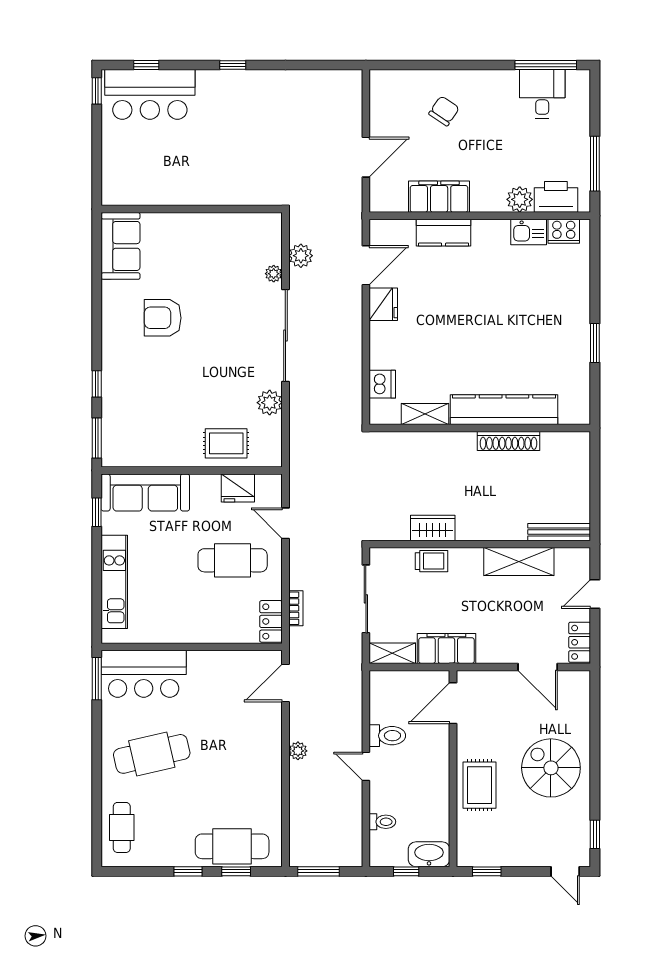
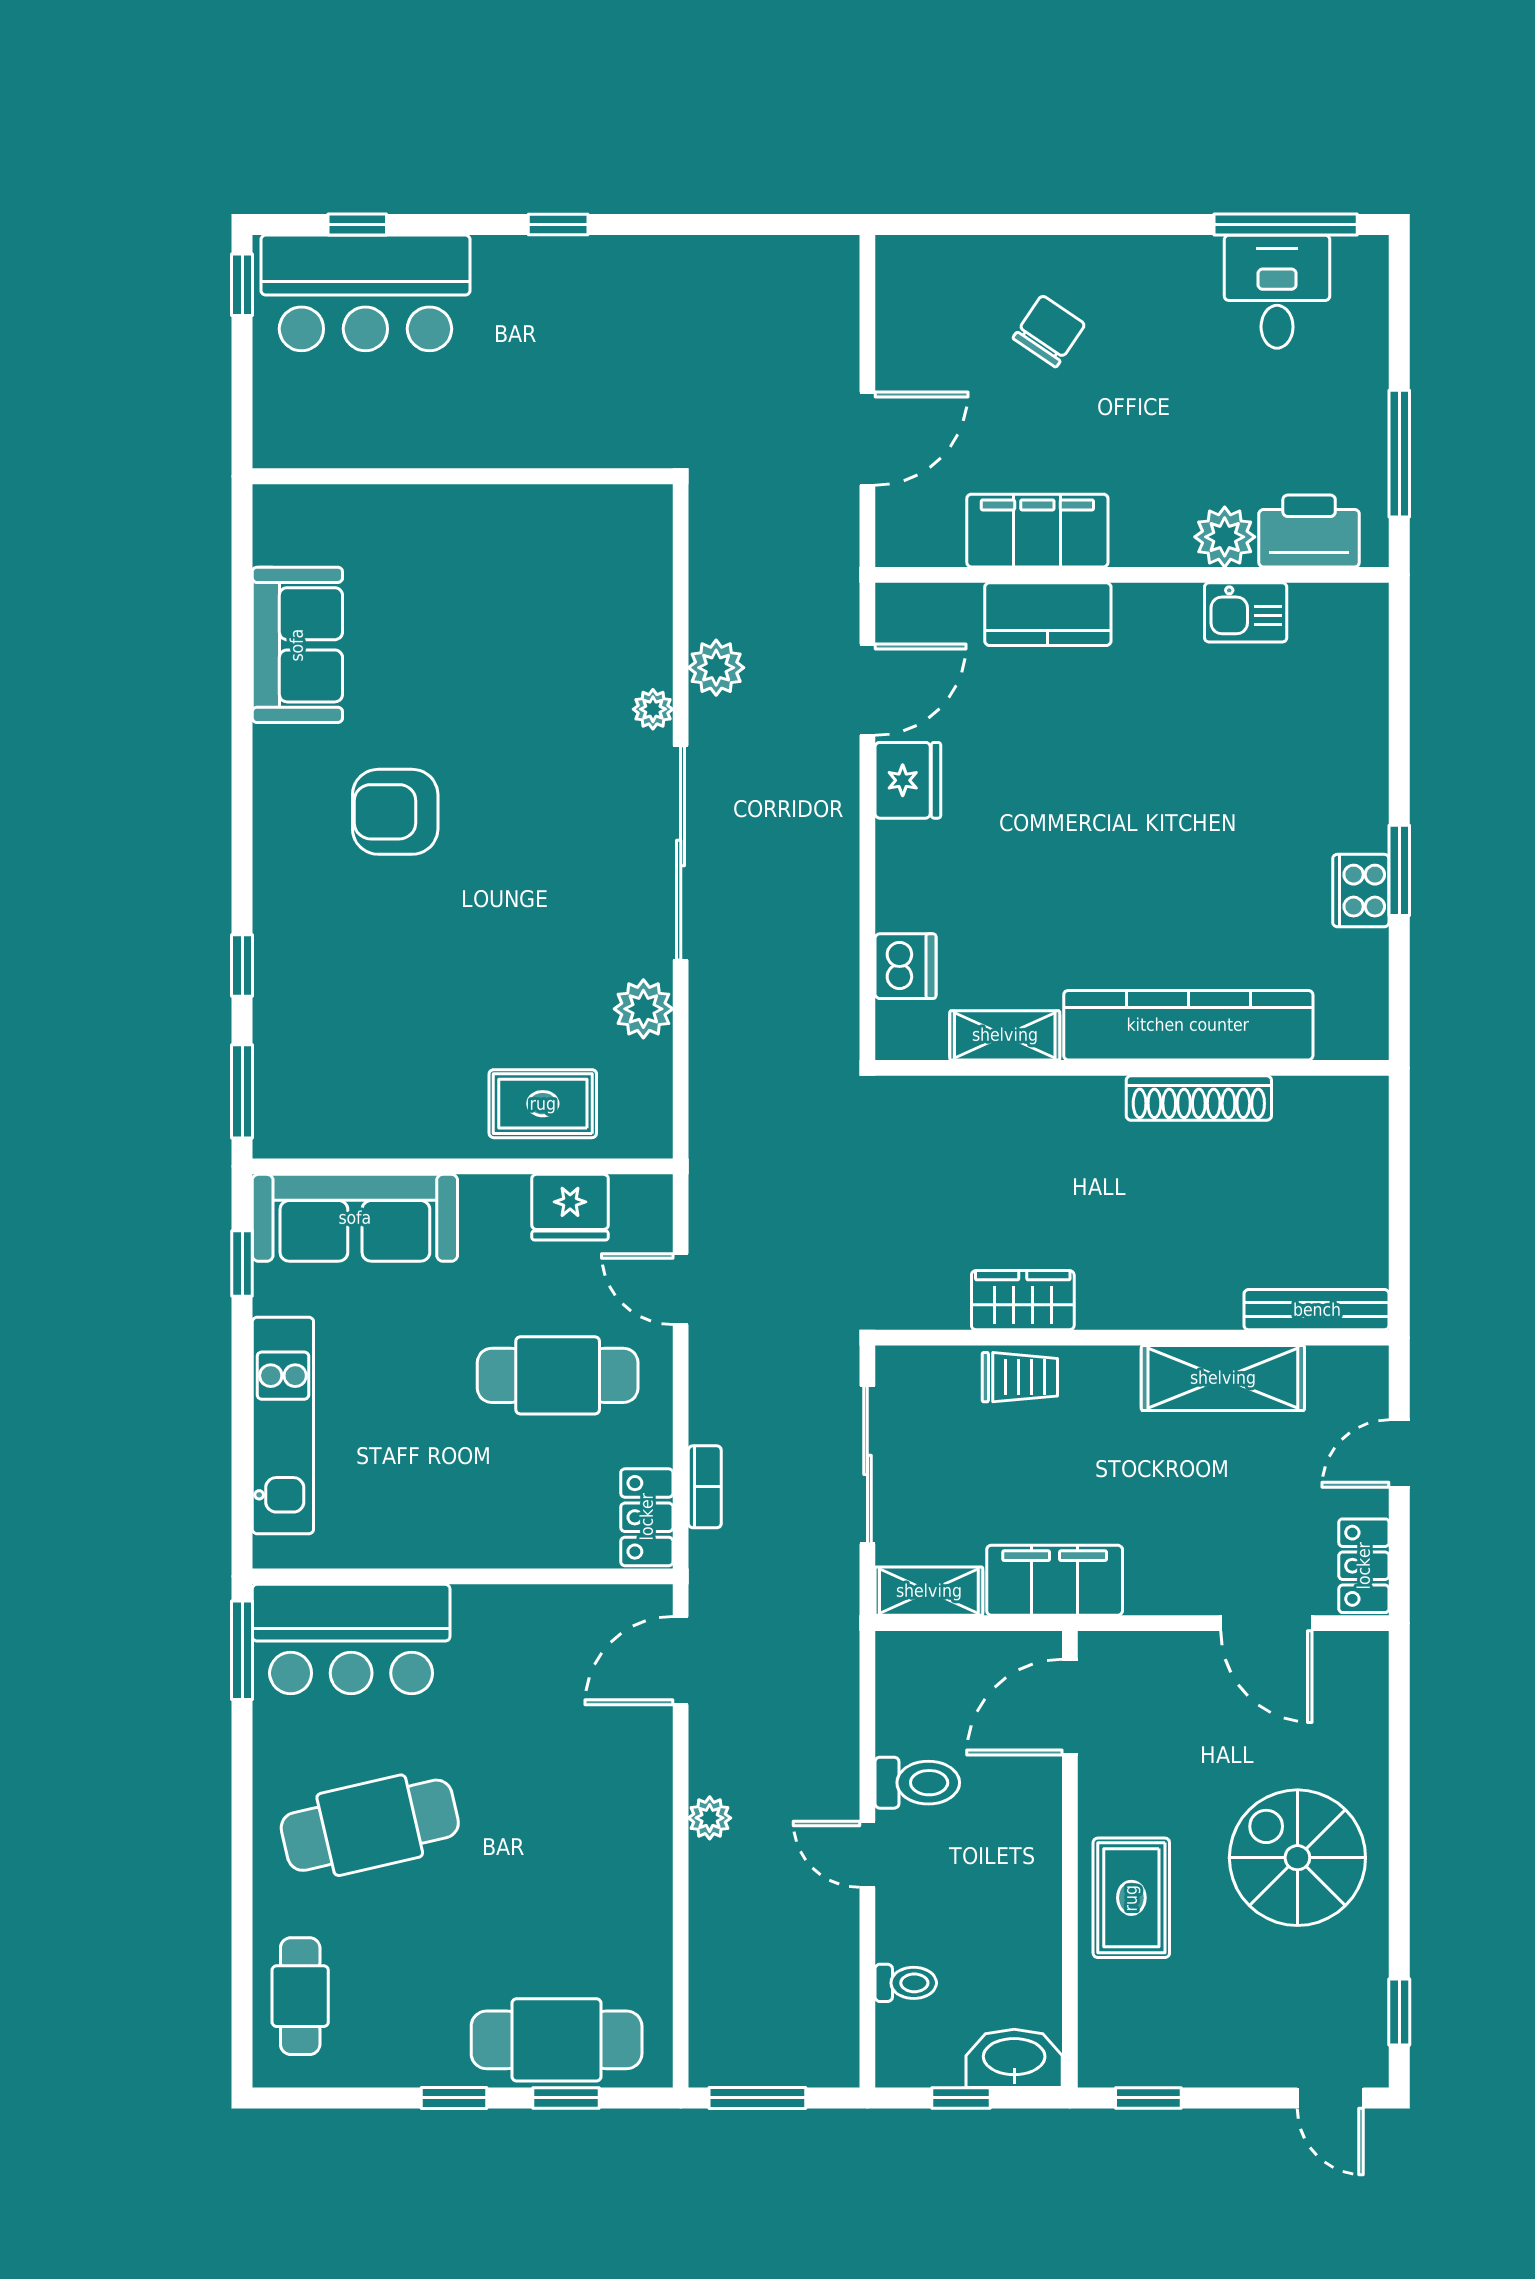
wall: (192, 209) -> (463, 476), moved
cooker: (564, 231) -> (1361, 891), moved, turned 90

